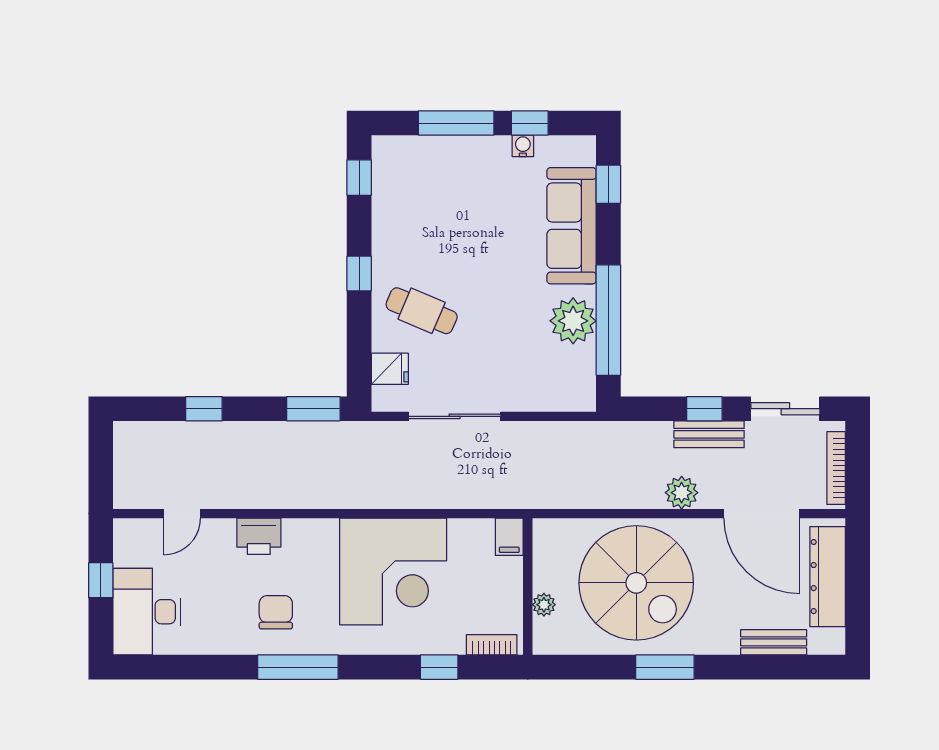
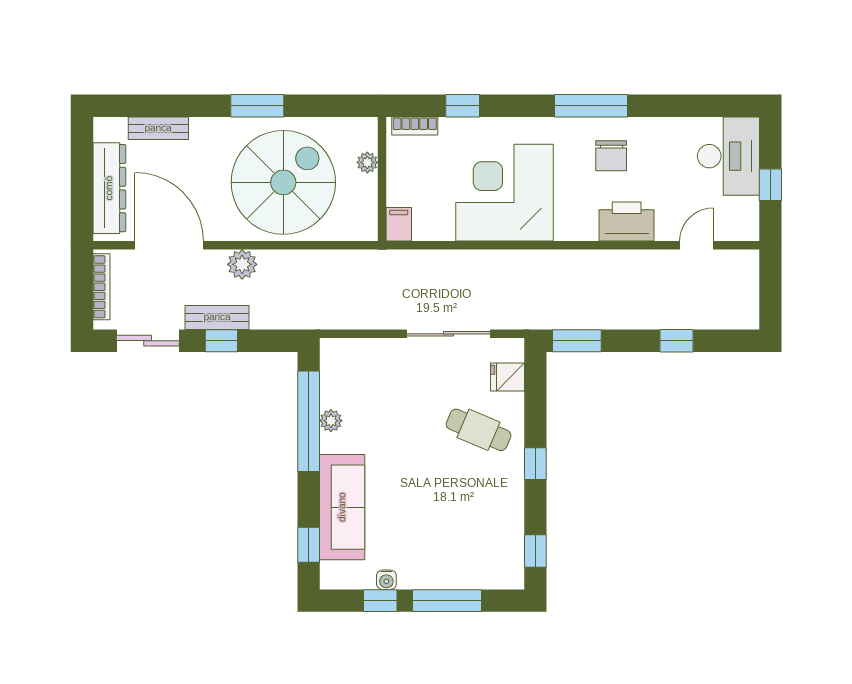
plant: (573, 321) -> (331, 421), width x0.53, depth x0.53
printer: (259, 536) -> (627, 221), width x1.37, depth x1.19
spiral stairs: (636, 583) -> (283, 182), turned 90

